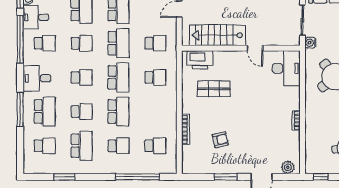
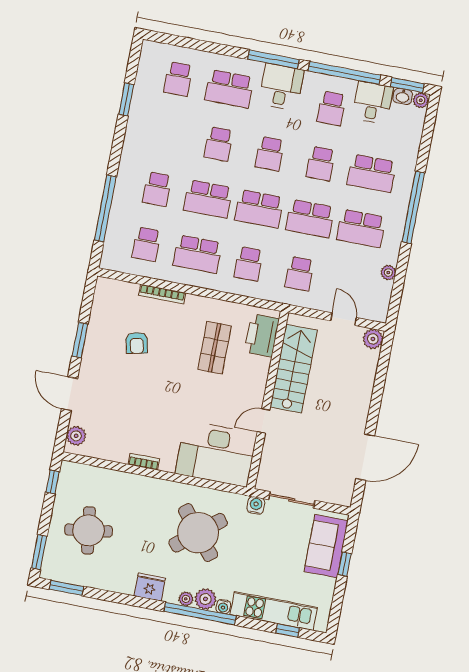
desk: (286, 68) -> (216, 454), width x1.36, depth x1.30
window: (20, 109) -> (273, 59), moved
school desk: (82, 146) -> (197, 254), moved

